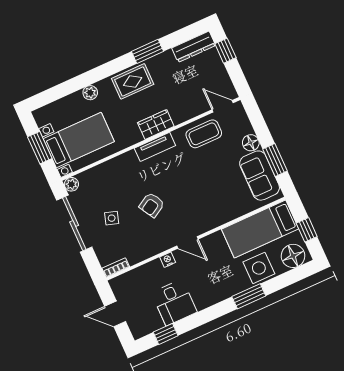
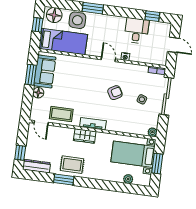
rug: (133, 81) -> (72, 165), moved
plant: (90, 93) -> (128, 179), moved
sliding door: (74, 224) -> (166, 96), moved

